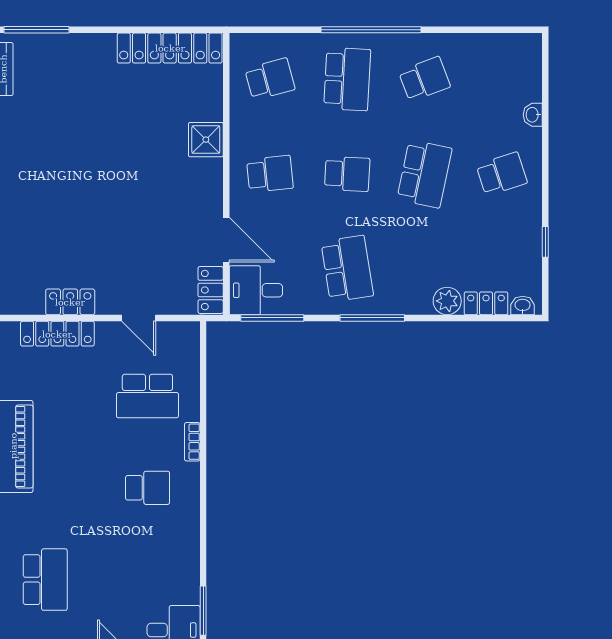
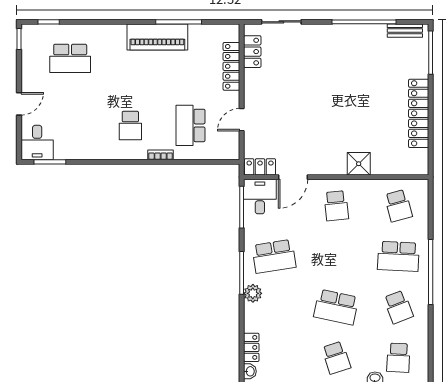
locker: (170, 48) -> (419, 113), moved
school desk: (347, 174) -> (398, 358), moved
plant: (447, 301) -> (253, 293), moved
locker: (70, 302) -> (252, 52), moved

